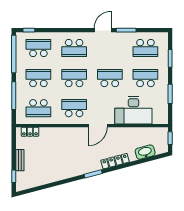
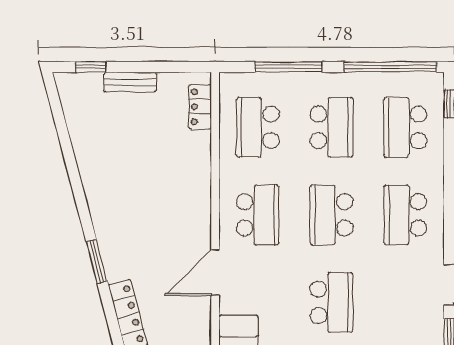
school desk: (38, 48) -> (405, 127), turned 180
school desk: (74, 78) -> (331, 215), turned 180
door: (98, 126) -> (215, 272), hinge flipped

